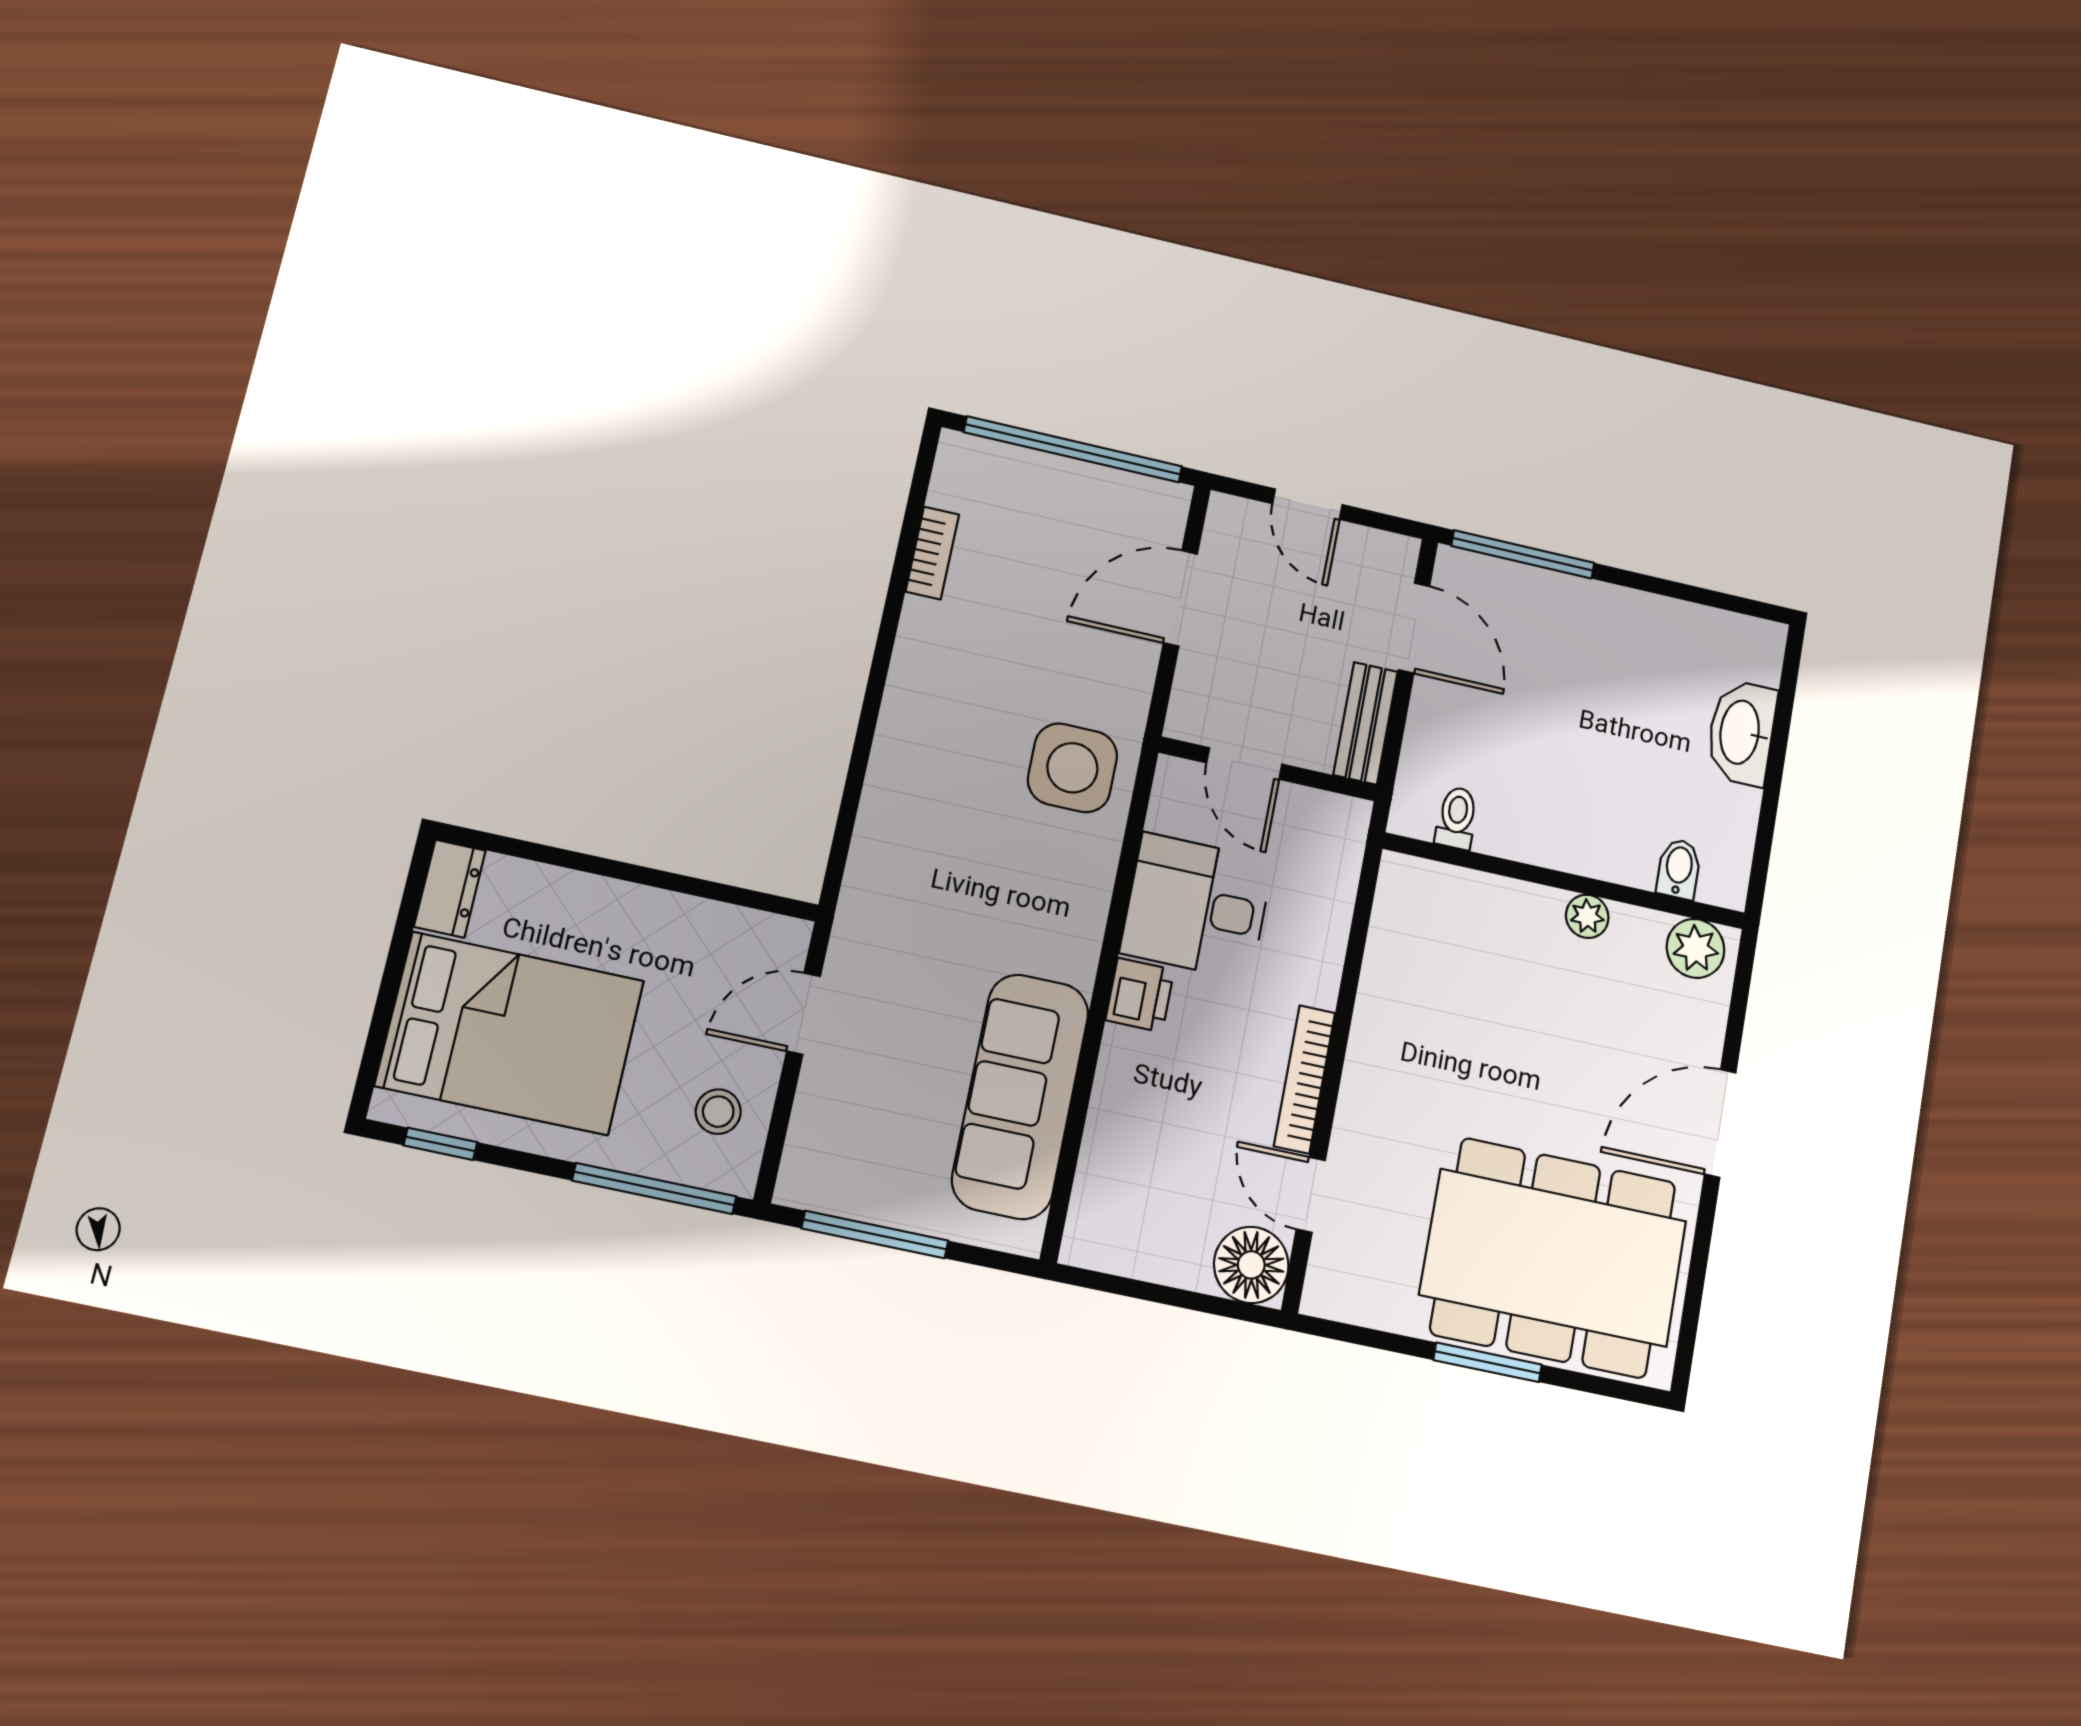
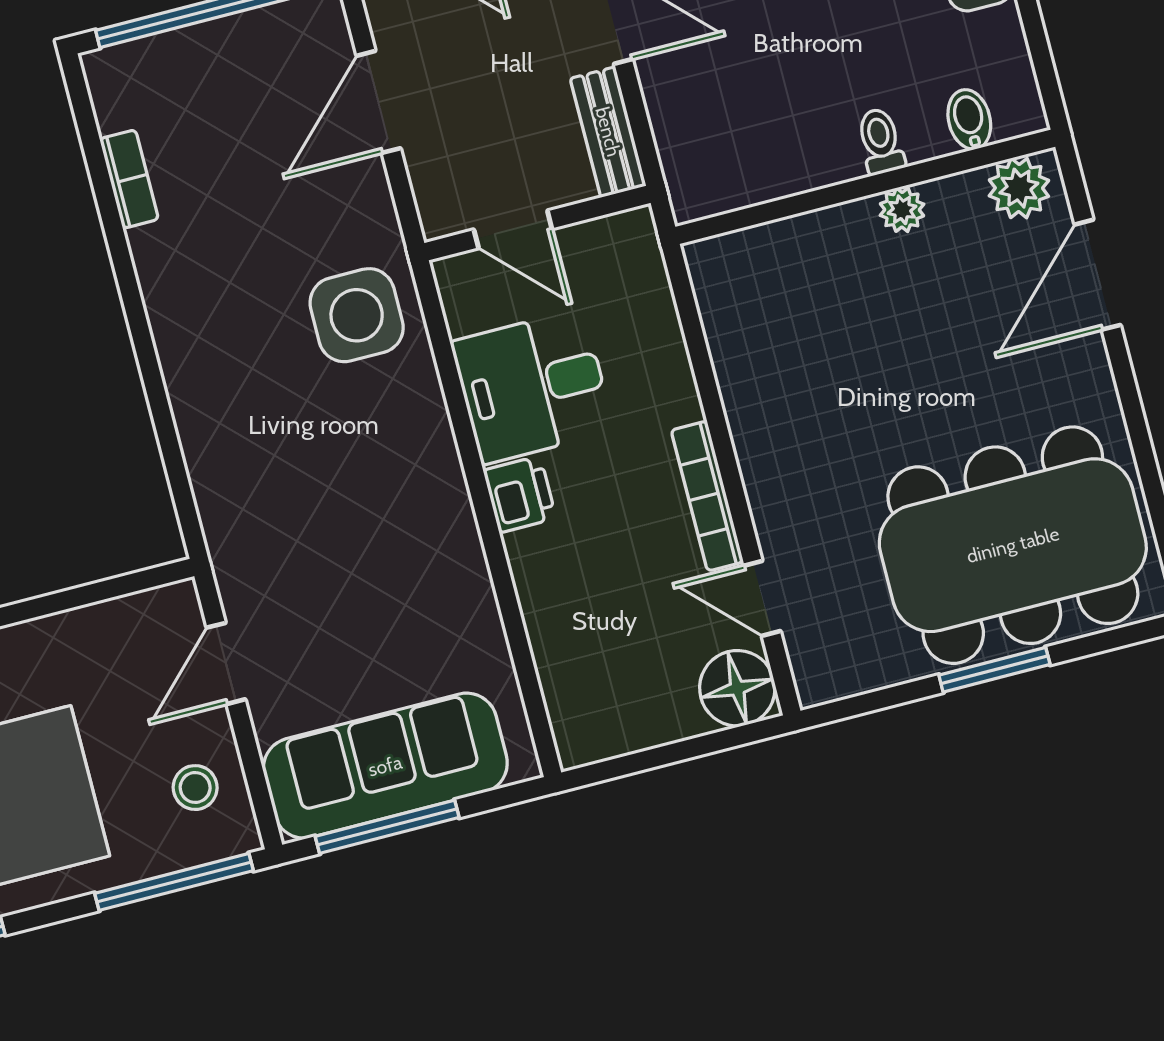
toilet: (1457, 818) -> (881, 141), moved
sofa: (1020, 1096) -> (385, 766), moved, turned 90
door: (1720, 1123) -> (1098, 275), moved

